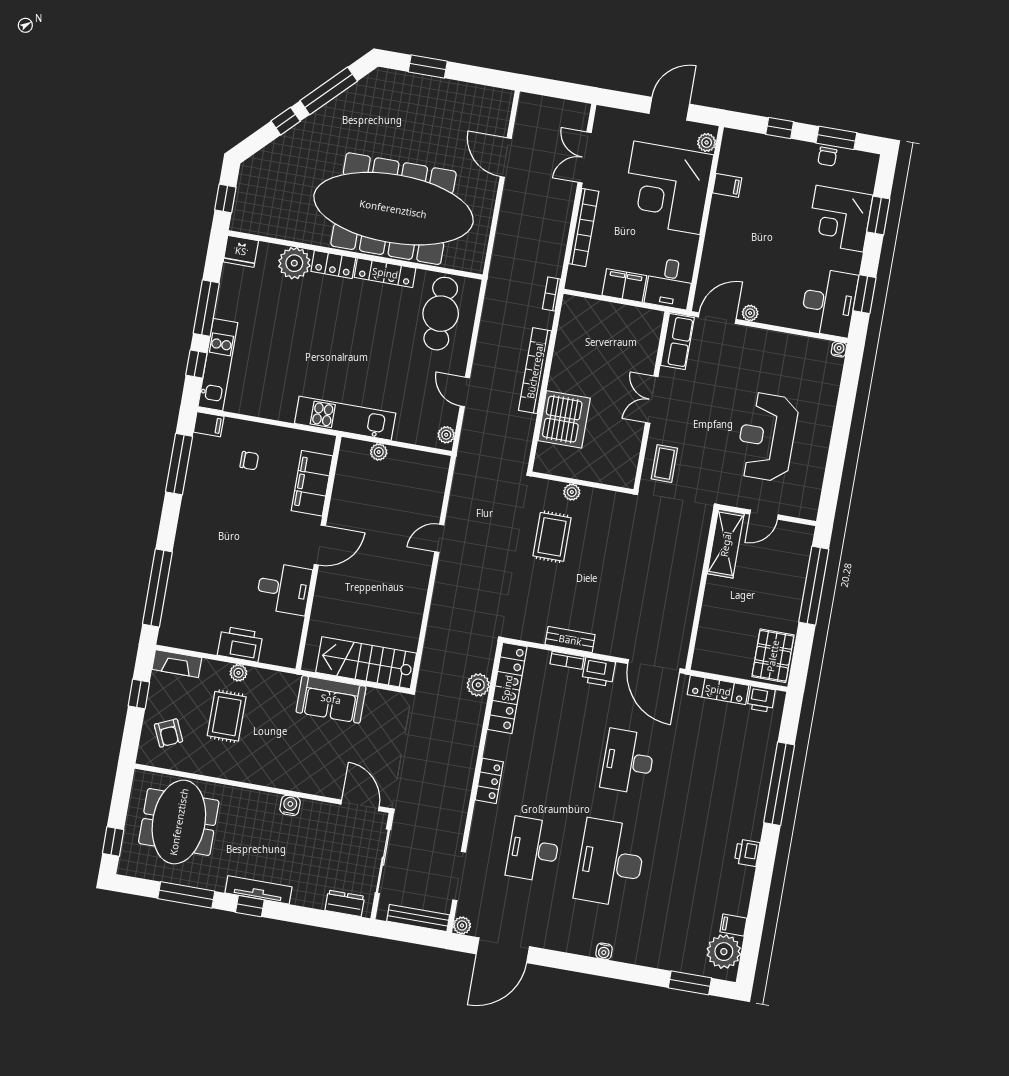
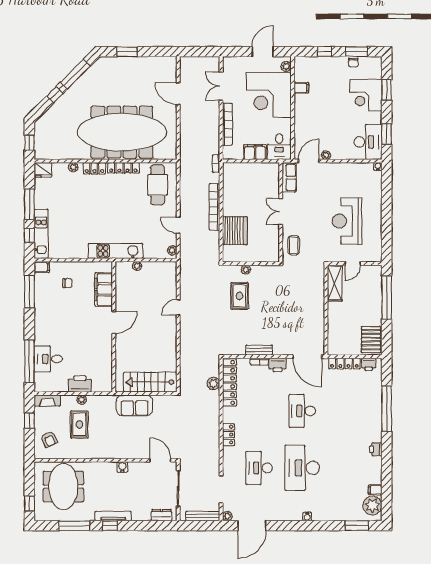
plant: (294, 263) -> (73, 167), width x0.53, depth x0.53
desk: (284, 589) -> (48, 359), moved, turned 180

